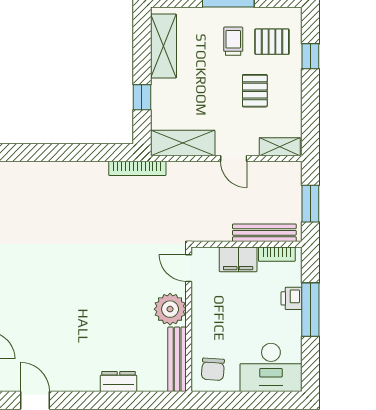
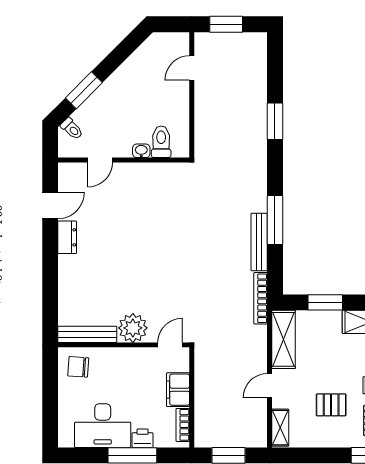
window: (142, 97) -> (325, 302), width x1.50
window: (51, 153) -> (275, 220), added
bench: (264, 233) -> (259, 242), moved
desk: (271, 367) -> (103, 426), moved, turned -90
dresser: (118, 382) -> (67, 237), moved

